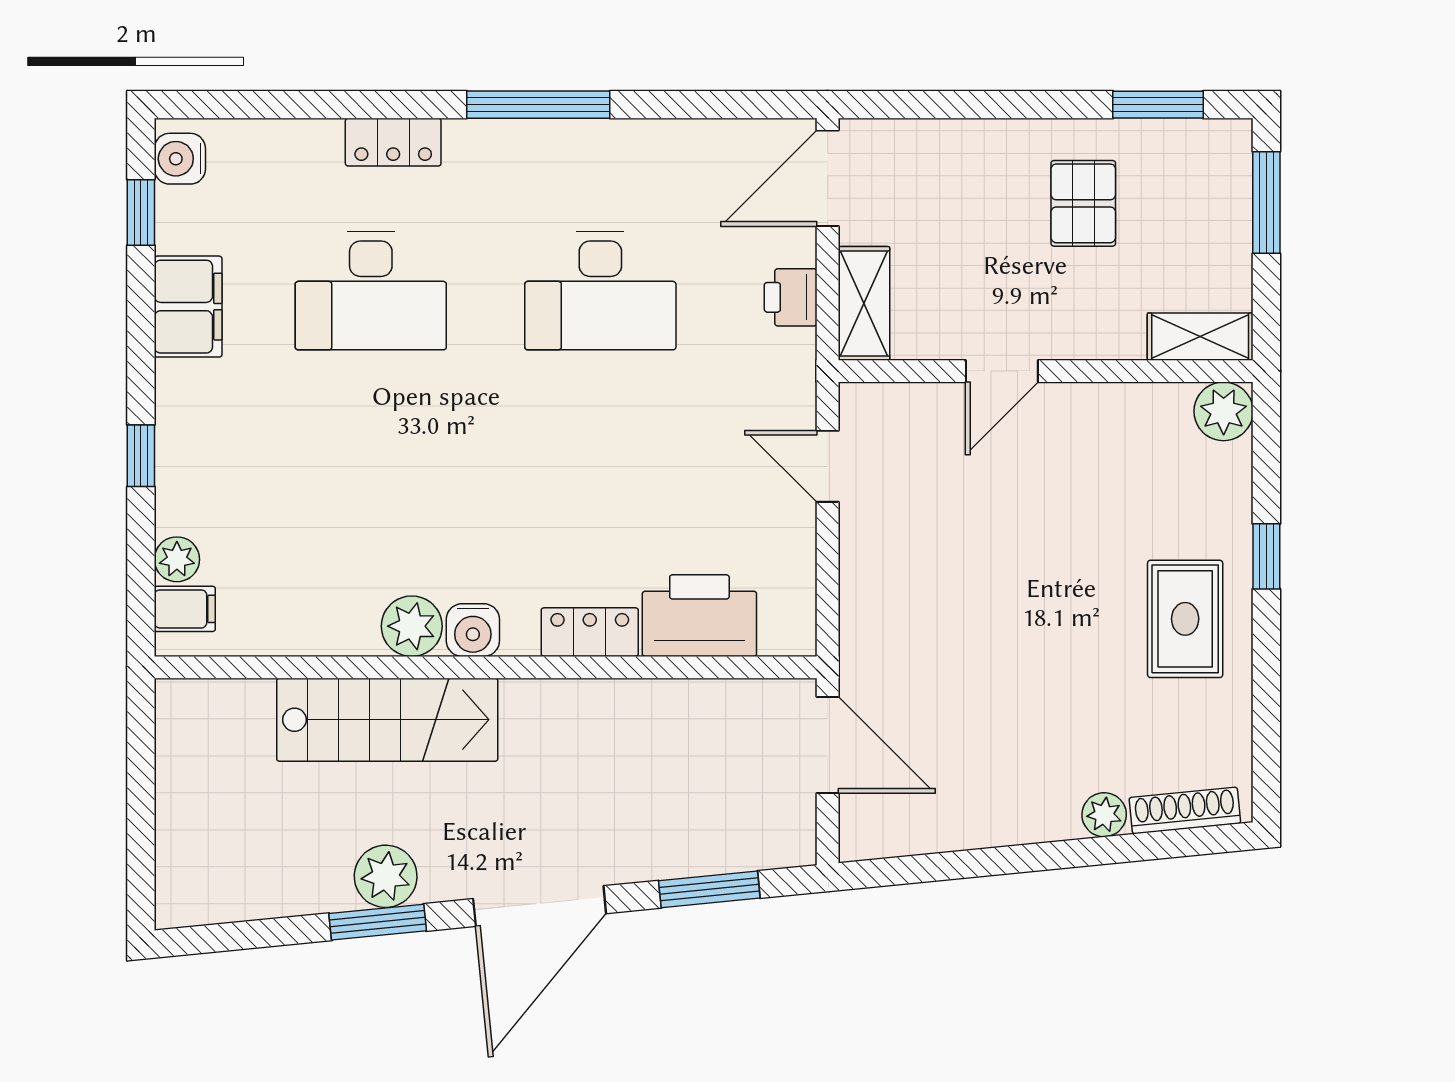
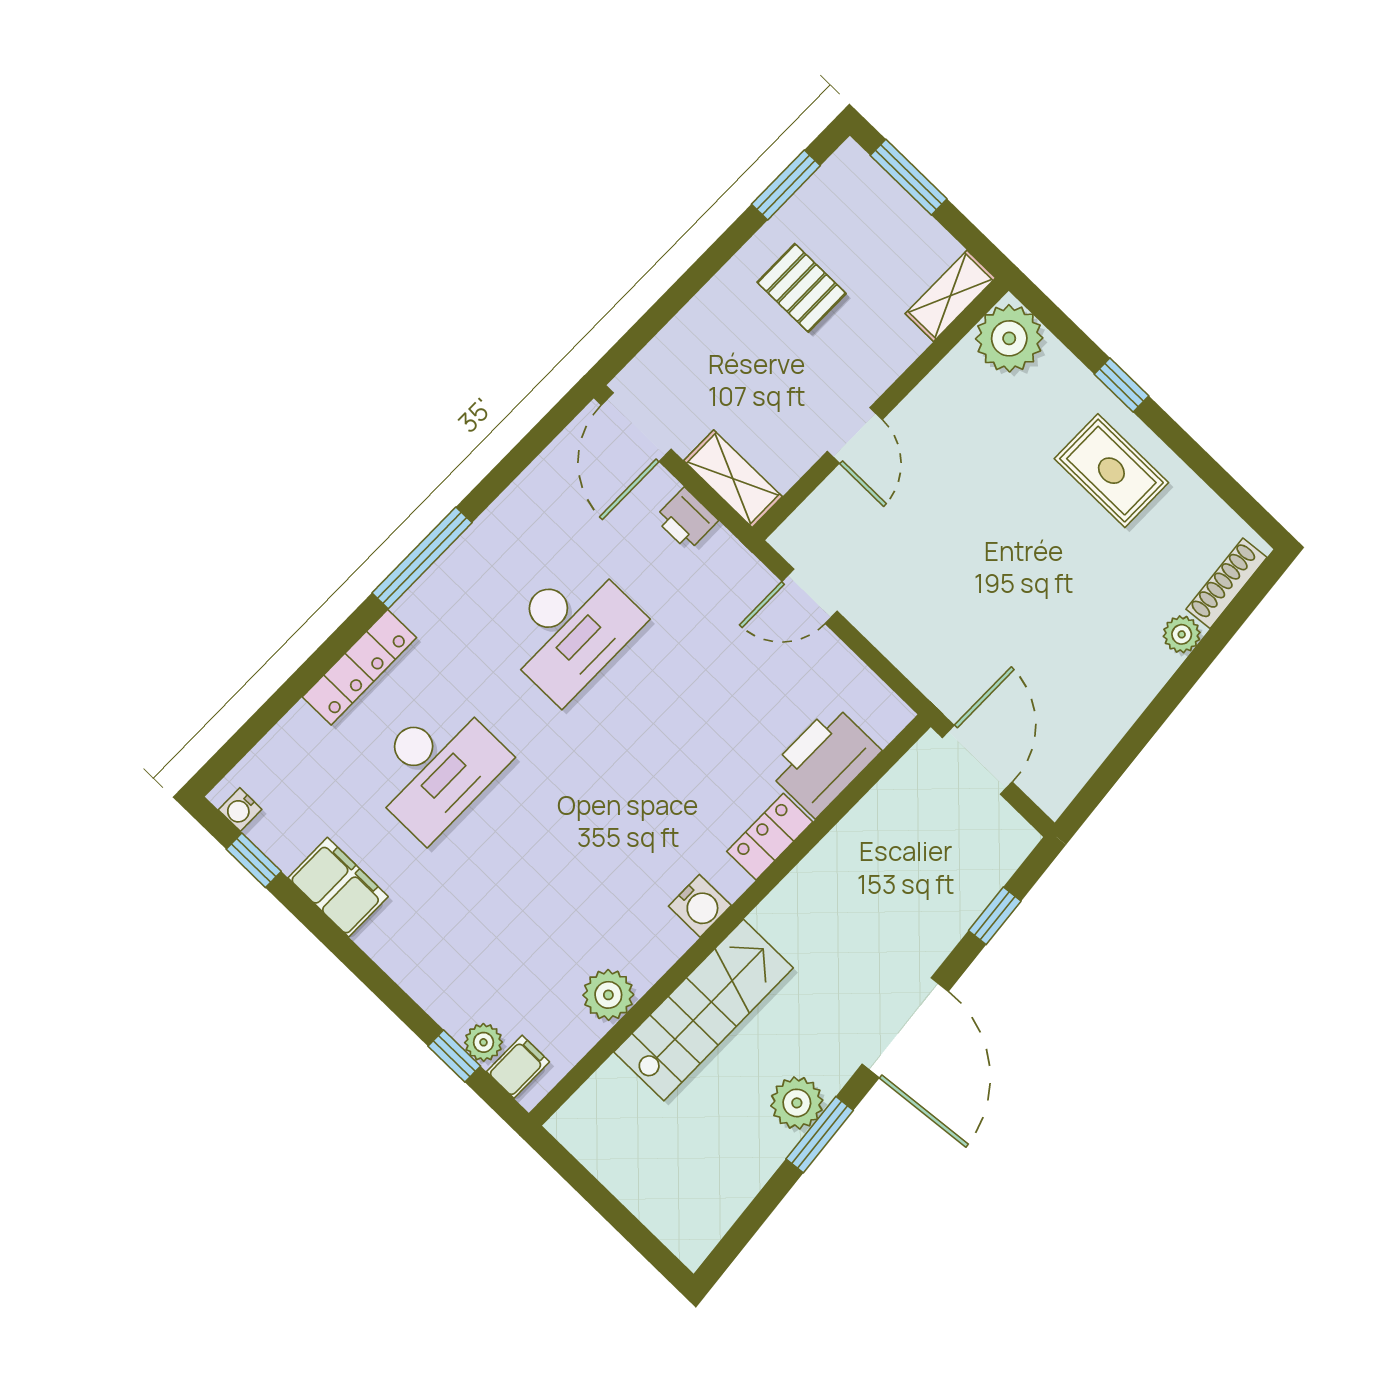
locker: (393, 142) -> (359, 667), width x1.53
water cooler: (180, 159) -> (240, 810), width x0.72, depth x0.72
plant: (1224, 411) -> (1009, 338), width x1.36, depth x1.36
window: (141, 456) -> (454, 1056), moved
plant: (412, 626) -> (608, 995), moved
door: (828, 745) -> (977, 760), hinge flipped
window: (709, 889) -> (995, 916), width x0.67

